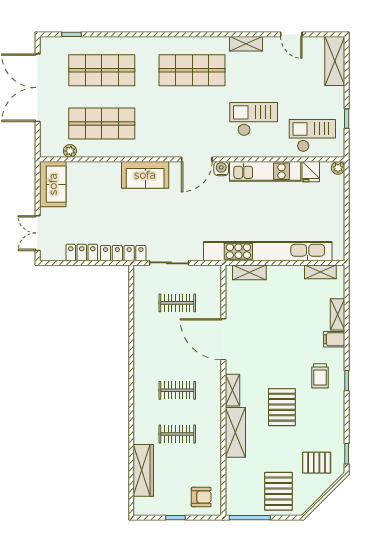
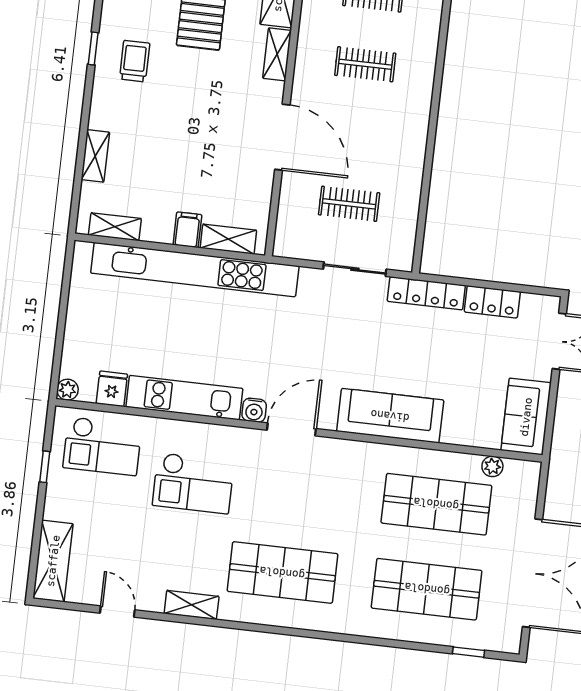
sofa: (145, 175) -> (390, 416), width x1.36
filing cabinet: (334, 339) -> (187, 230), moved, turned -90

